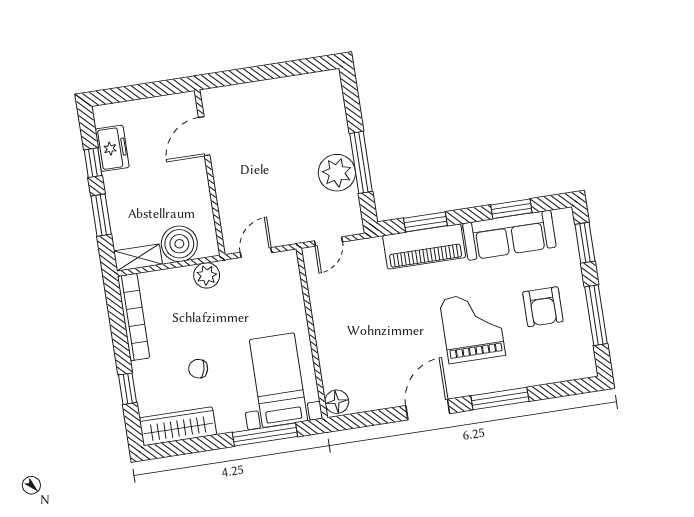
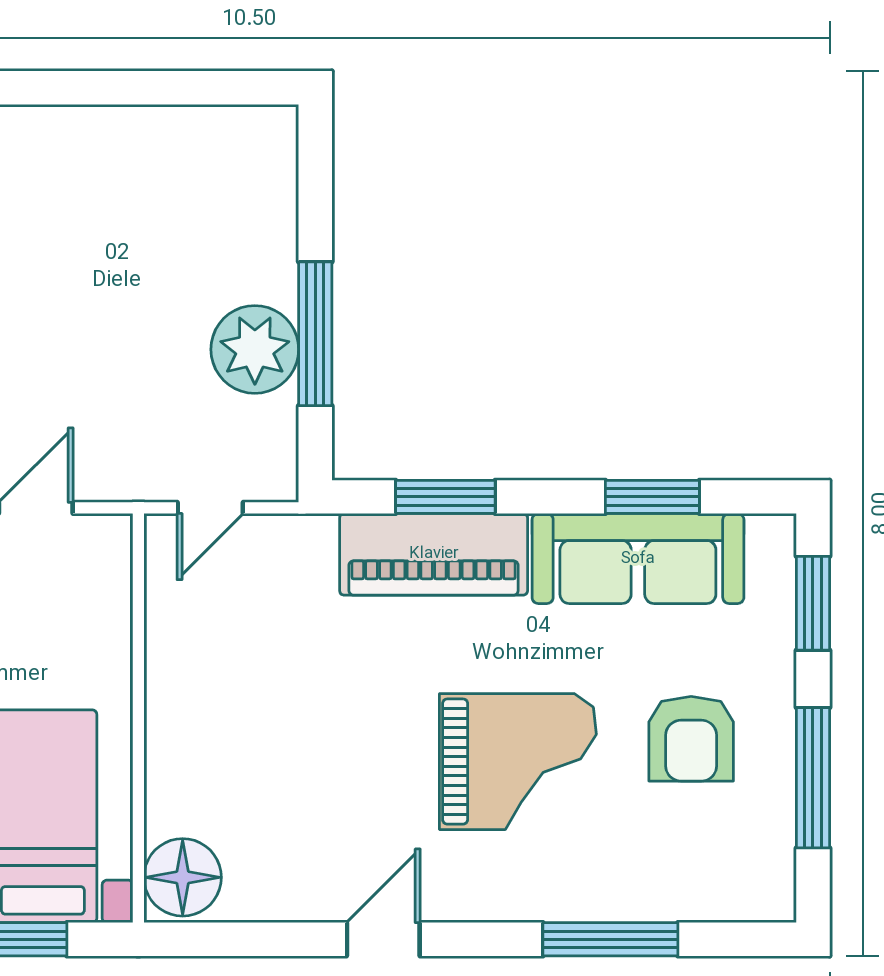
grand piano: (472, 327) -> (518, 762), turned 90
window: (500, 399) -> (610, 939), moved
floor lamp: (337, 402) -> (183, 877), width x1.38, depth x1.38
door: (428, 410) -> (383, 939), width x0.73

